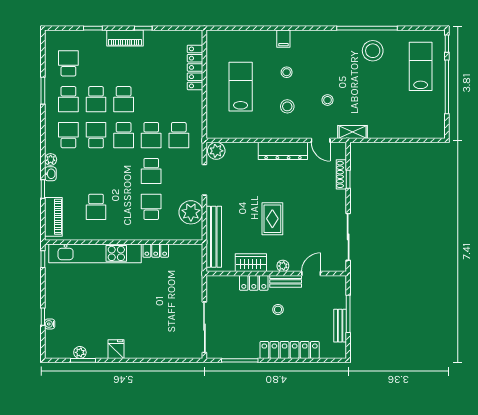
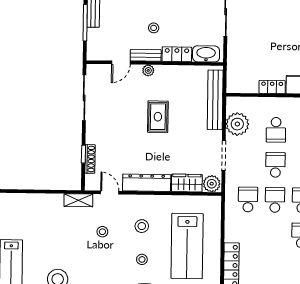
lab bench: (241, 87) -> (187, 246), width x1.36, depth x1.39
wardrobe: (251, 263) -> (187, 183), moved, turned 180
washbasin: (224, 284) -> (206, 54), added

